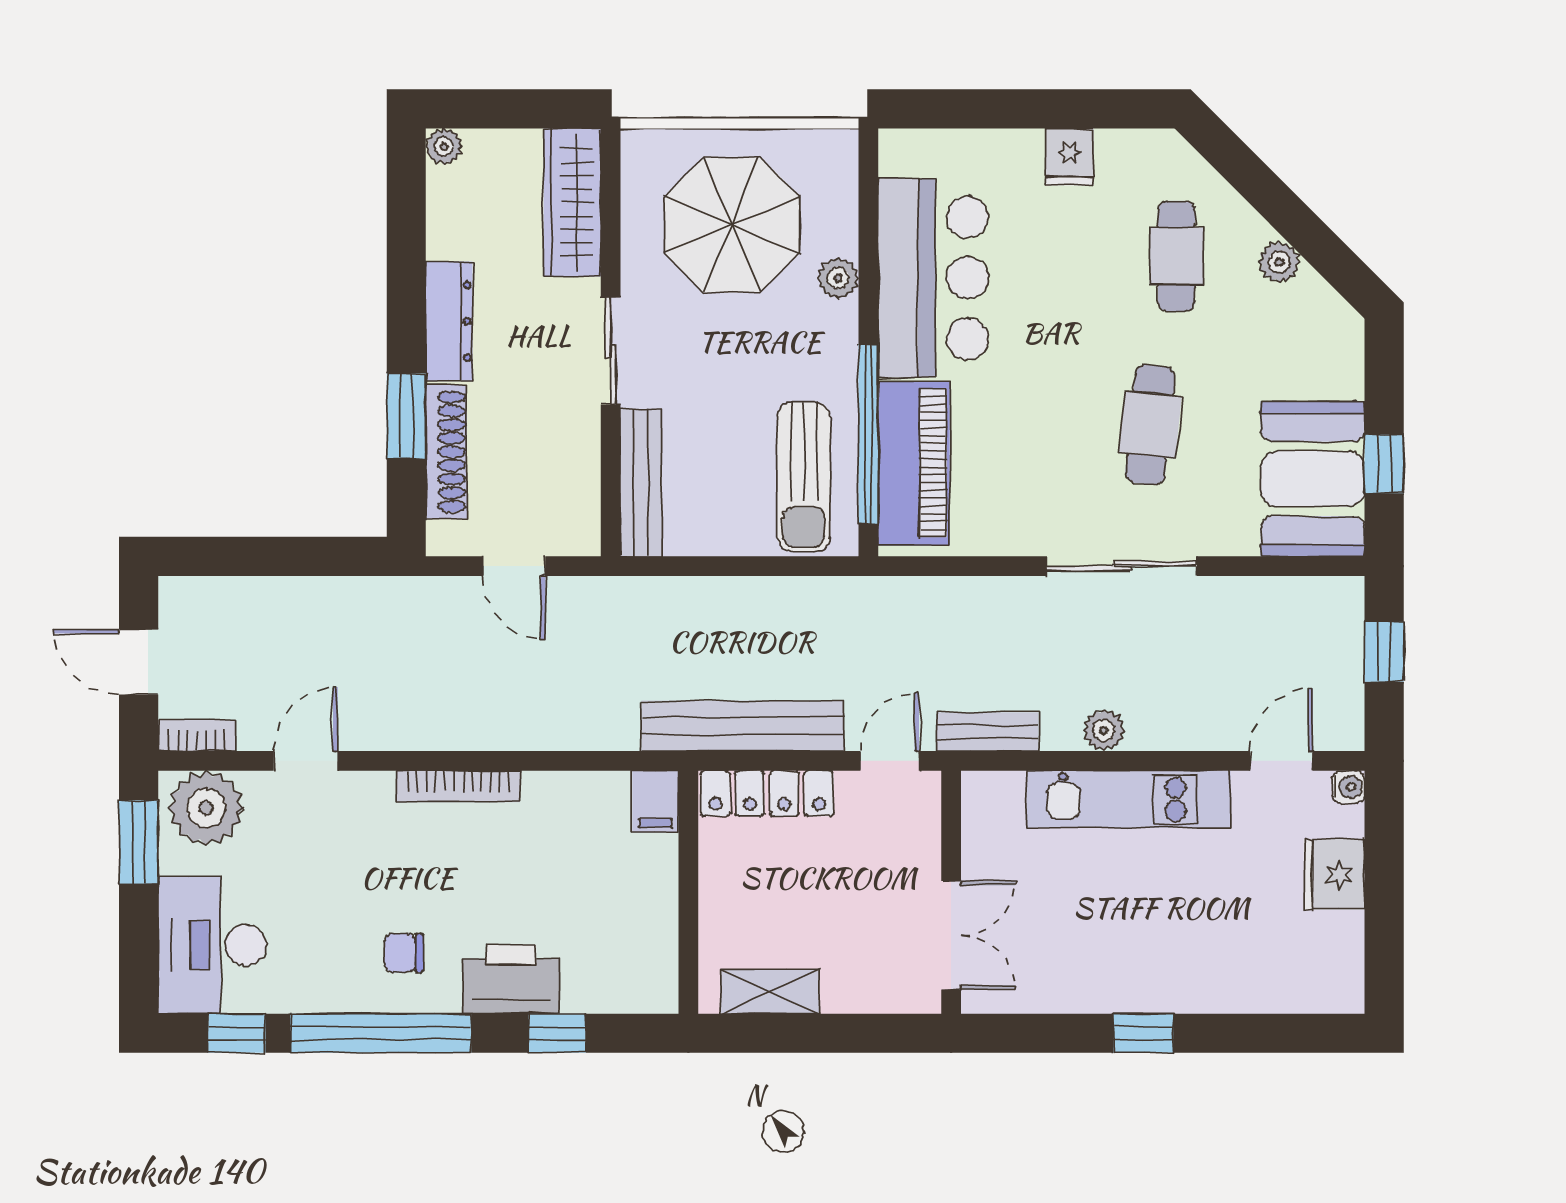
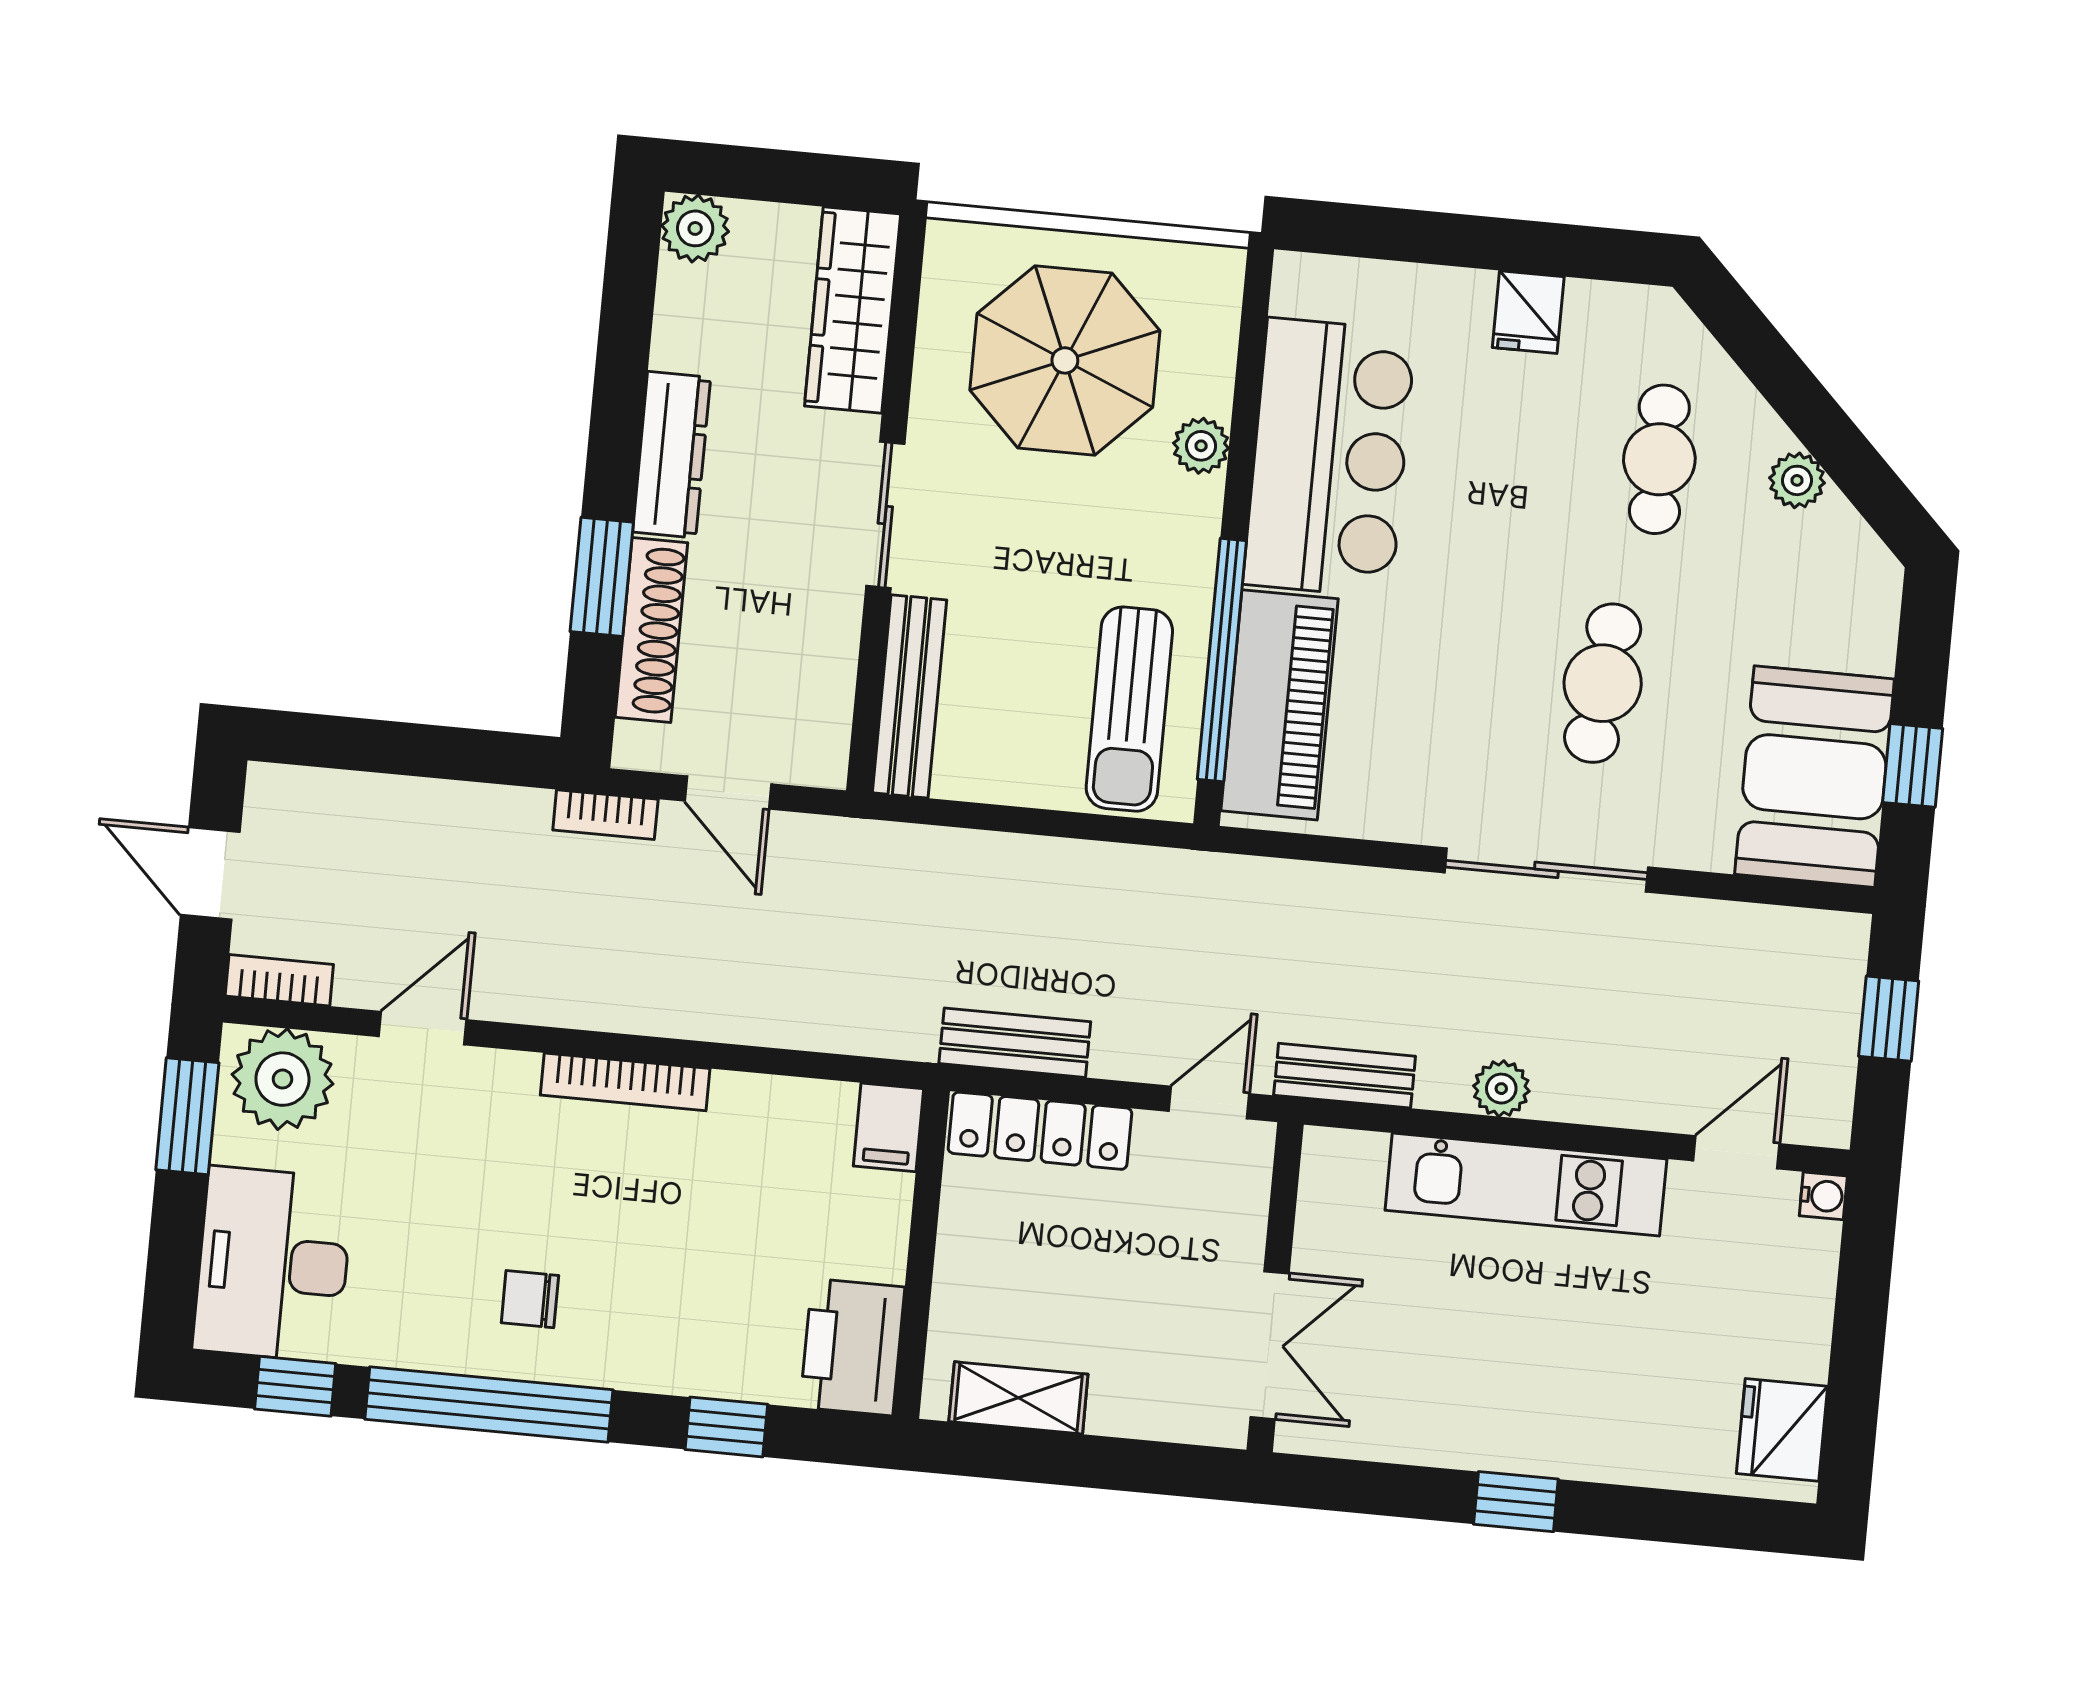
plant: (444, 146) -> (695, 228), width x1.38, depth x1.38
bookcase: (425, 591) -> (605, 815), added
bench: (743, 726) -> (1015, 1043), width x0.54, depth x0.82
fridge: (1334, 874) -> (1782, 1430), moved
printer: (511, 979) -> (852, 1347), moved, turned -90

